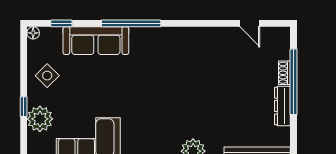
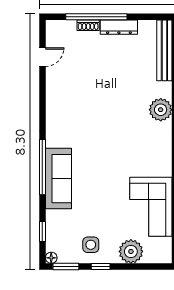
sofa: (96, 41) -> (58, 179), moved
window: (24, 49) -> (66, 267), added
side table: (47, 76) -> (91, 245), turned 45
window: (24, 107) -> (101, 267), moved

